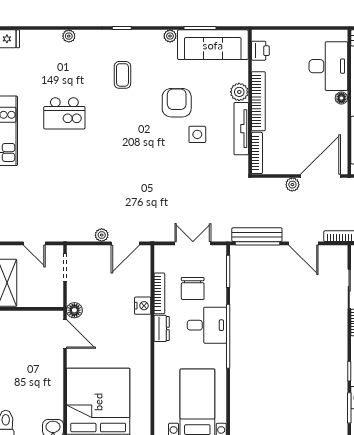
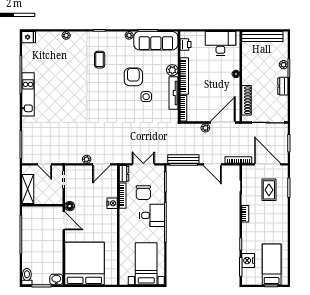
desk: (328, 66) -> (220, 43), moved, turned -90
kitchen island: (64, 113) -> (63, 83), removed
dresser: (162, 328) -> (124, 174), moved

